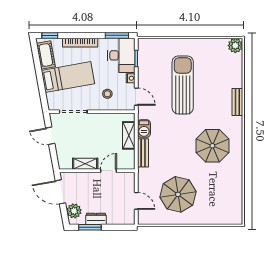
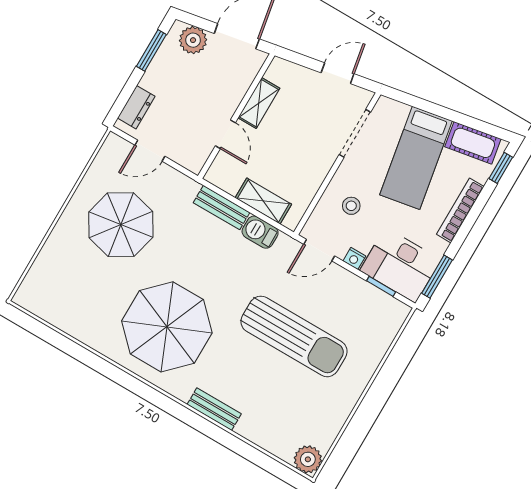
parasol: (212, 146) -> (167, 327), width x1.36, depth x1.36
dresser: (96, 219) -> (136, 107), moved

